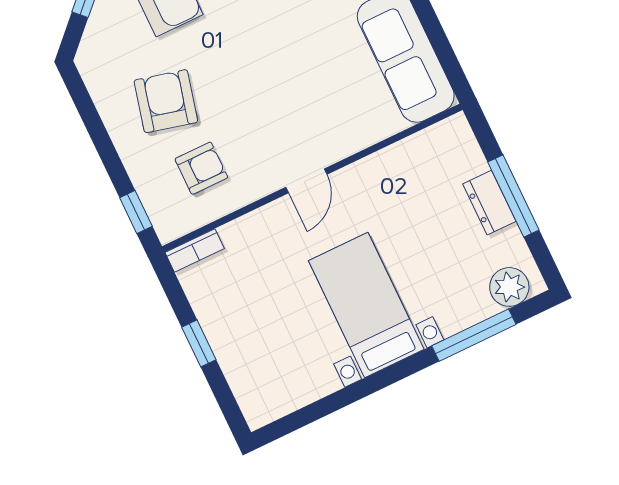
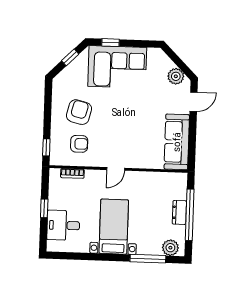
window: (513, 196) -> (190, 215), width x1.46
bookcase: (195, 250) -> (72, 173), moved
desk: (258, 358) -> (63, 225), added

